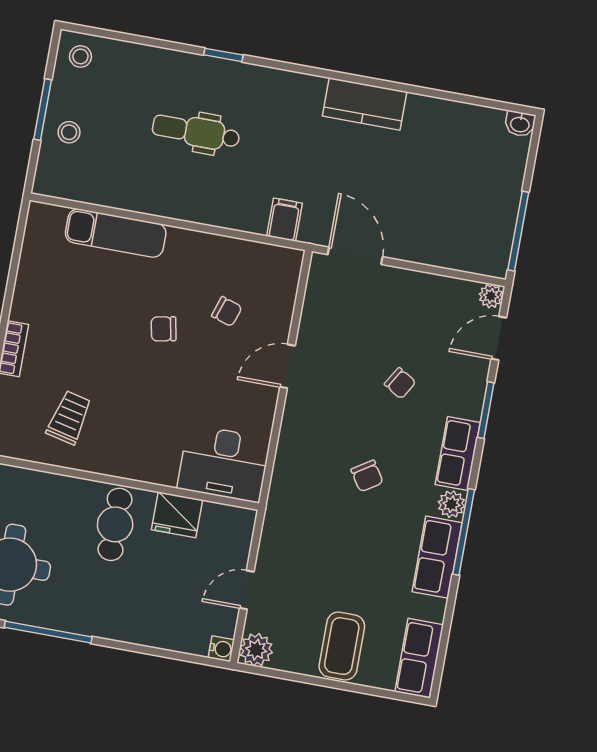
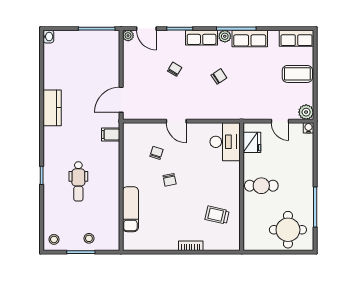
fridge: (177, 515) -> (252, 142), moved

